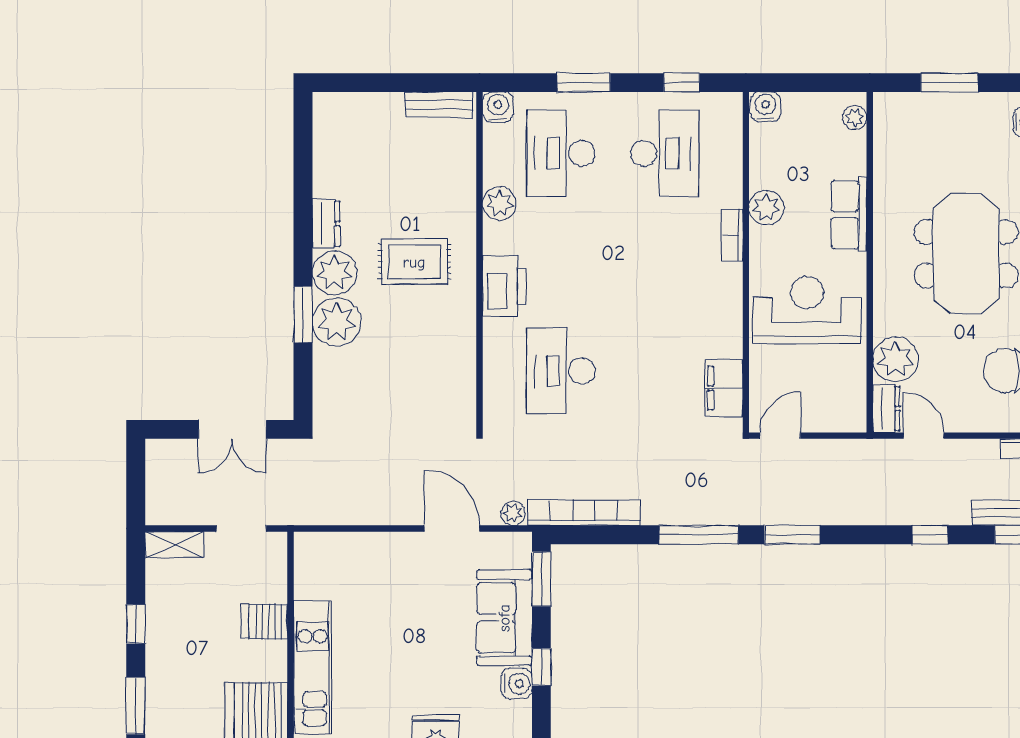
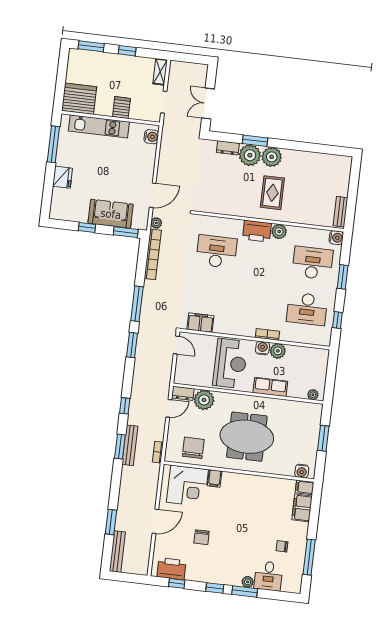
water cooler: (765, 107) -> (263, 348), moved, turned -90
plant: (499, 204) -> (279, 232), moved
dresser: (326, 224) -> (228, 148), moved
water cooler: (517, 684) -> (151, 137), moved, turned -90

